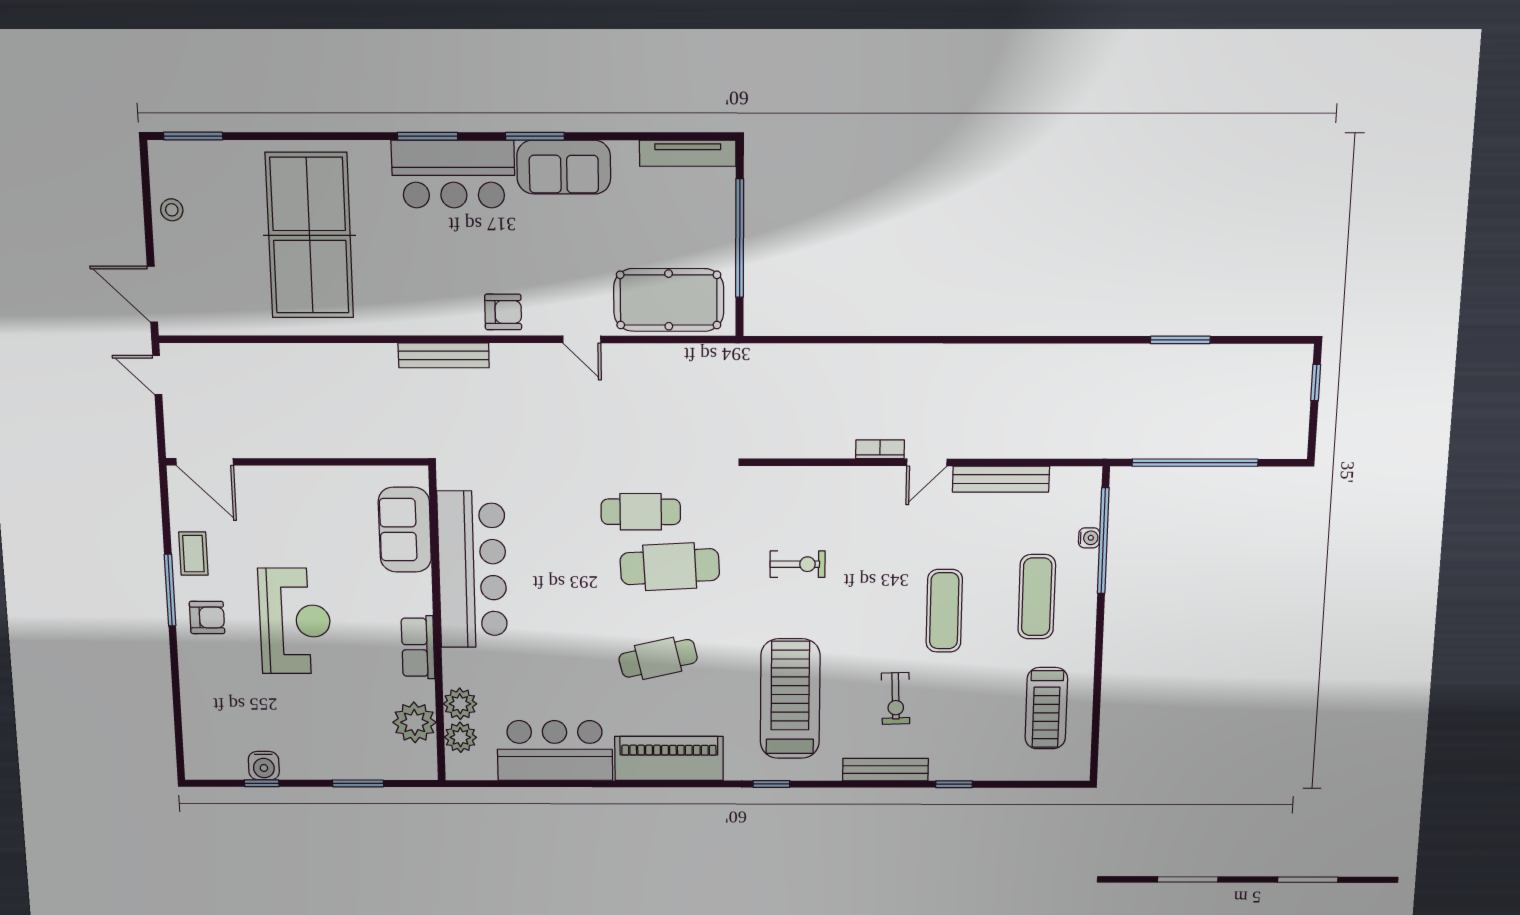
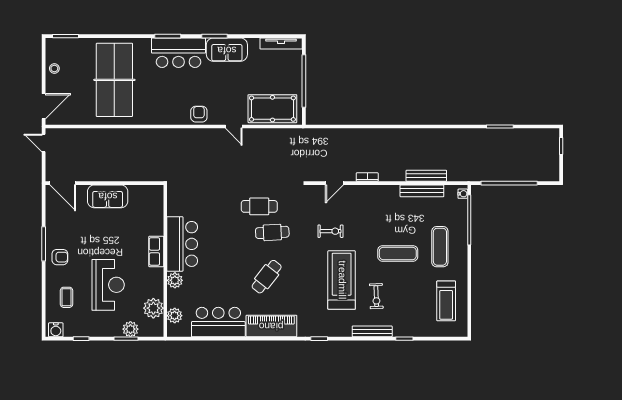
door: (152, 294) -> (44, 106), swing flipped
armchair: (503, 312) -> (199, 114), turned -90
bench: (444, 355) -> (426, 176), moved
door: (927, 462) -> (334, 183), moved
sofa: (405, 530) -> (108, 196), moved, turned -90
water cooler: (1089, 538) -> (463, 194), moved
coffee table: (193, 554) -> (67, 297), moved
cafe table: (670, 567) -> (272, 232), width x0.73, depth x0.74
bar counter: (472, 570) -> (182, 244), width x0.73
exercise mat: (944, 611) -> (398, 253), turned 90
reception desk: (295, 621) -> (108, 285), moved
row of seats: (418, 647) -> (156, 251), moved
cafe table: (658, 658) -> (267, 277), turned -39
treadmill: (790, 699) -> (342, 280), moved
plant: (460, 704) -> (175, 280), moved
plant: (367, 764) -> (130, 329), added
water cooler: (264, 766) -> (56, 330), moved

